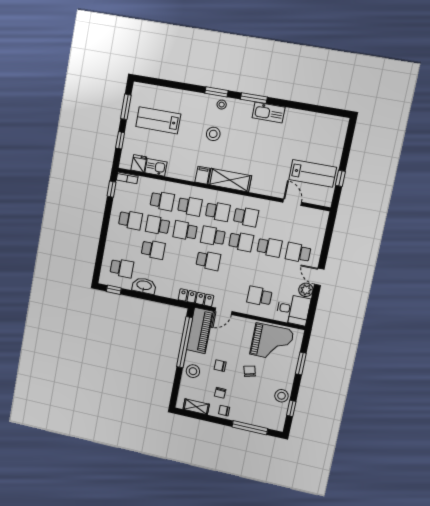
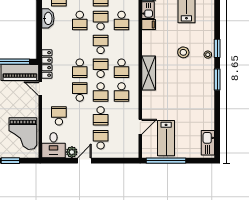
kitchen sink: (269, 112) -> (208, 143), moved
filing cabinet: (202, 175) -> (149, 25), moved
window: (340, 178) -> (166, 161), width x3.17
school desk: (190, 206) -> (80, 92), moved, turned 180

